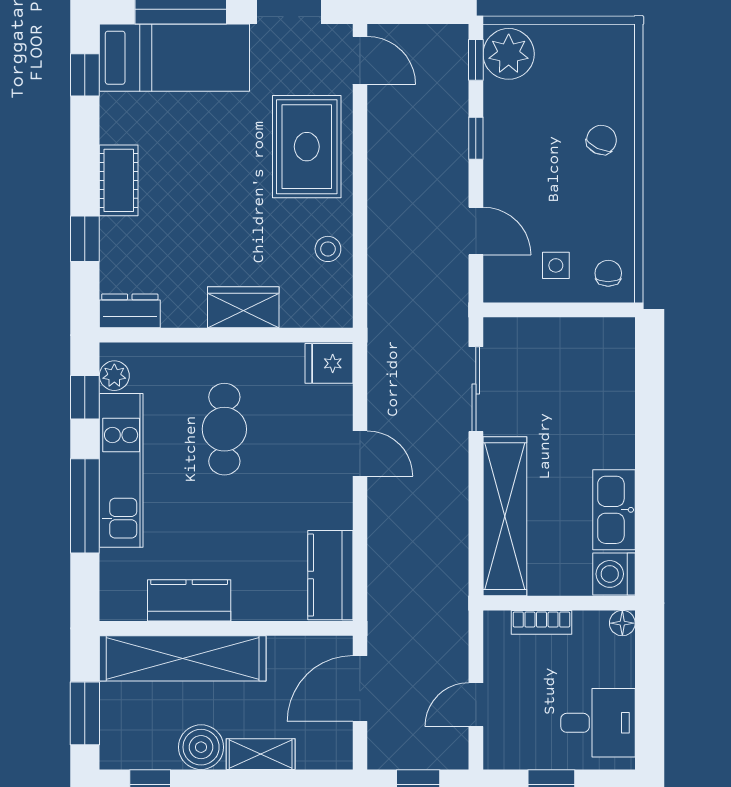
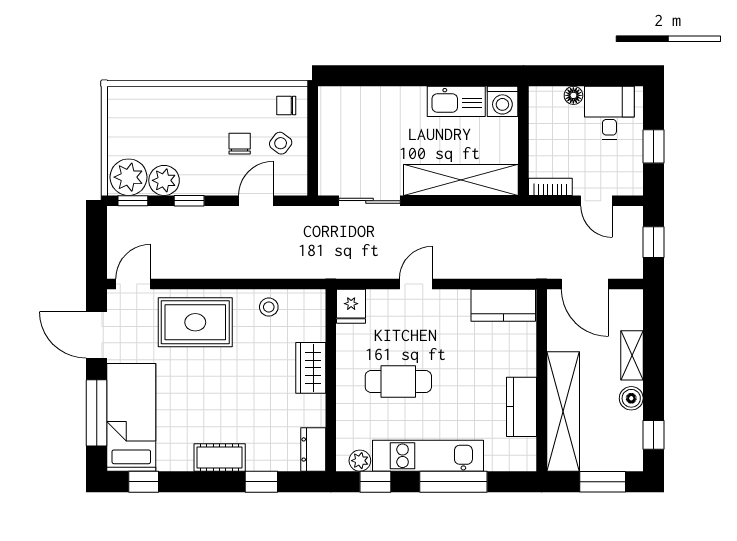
plant: (504, 103) -> (164, 180), added
chair: (601, 140) -> (240, 144), moved, turned 65
side table: (556, 265) -> (281, 143), turned 37
bookcase: (542, 622) -> (550, 187), moved, turned -90
floor lamp: (622, 623) -> (573, 95), moved
boiler: (201, 747) -> (631, 398), width x0.73, depth x0.73

